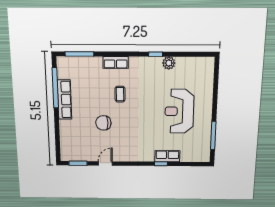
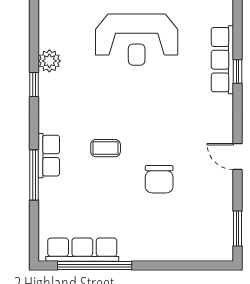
window: (79, 54) -> (34, 175), moved
row of seats: (64, 100) -> (82, 250), moved
row of seats: (167, 156) -> (222, 60), width x1.48
door: (105, 163) -> (238, 156), moved

